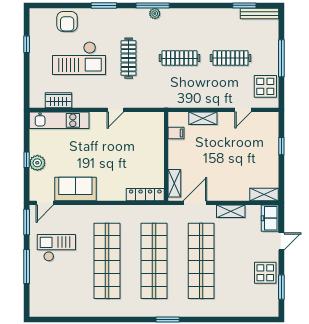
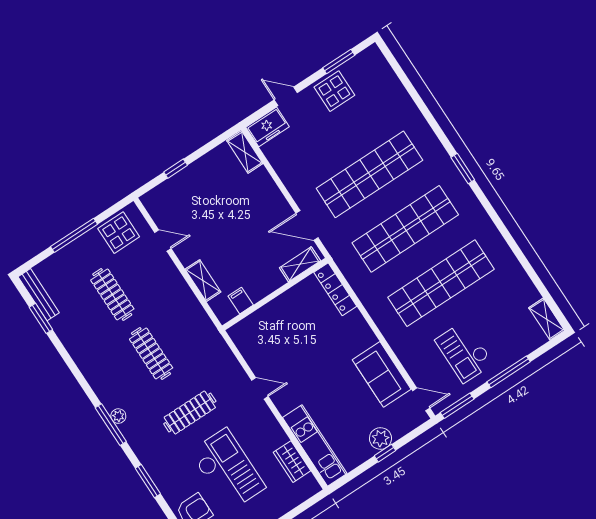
shelving: (231, 211) -> (547, 319), moved

